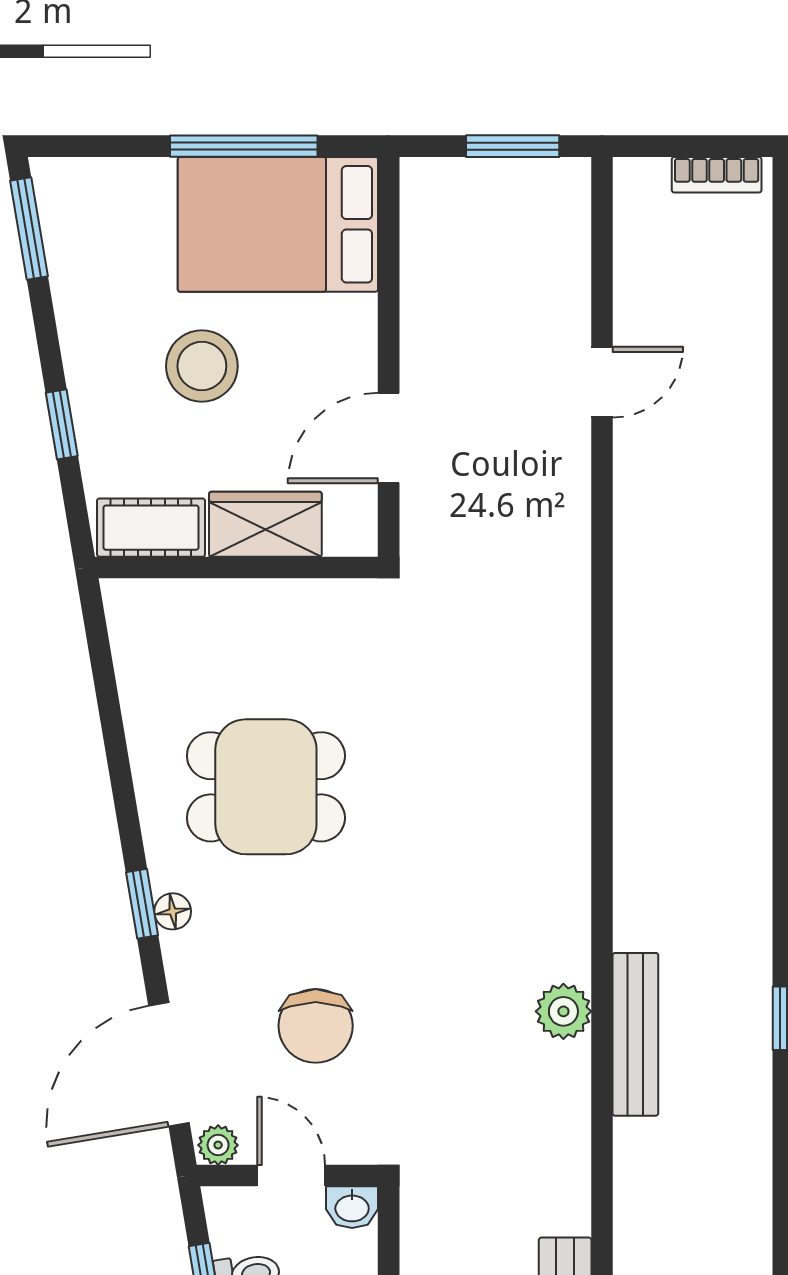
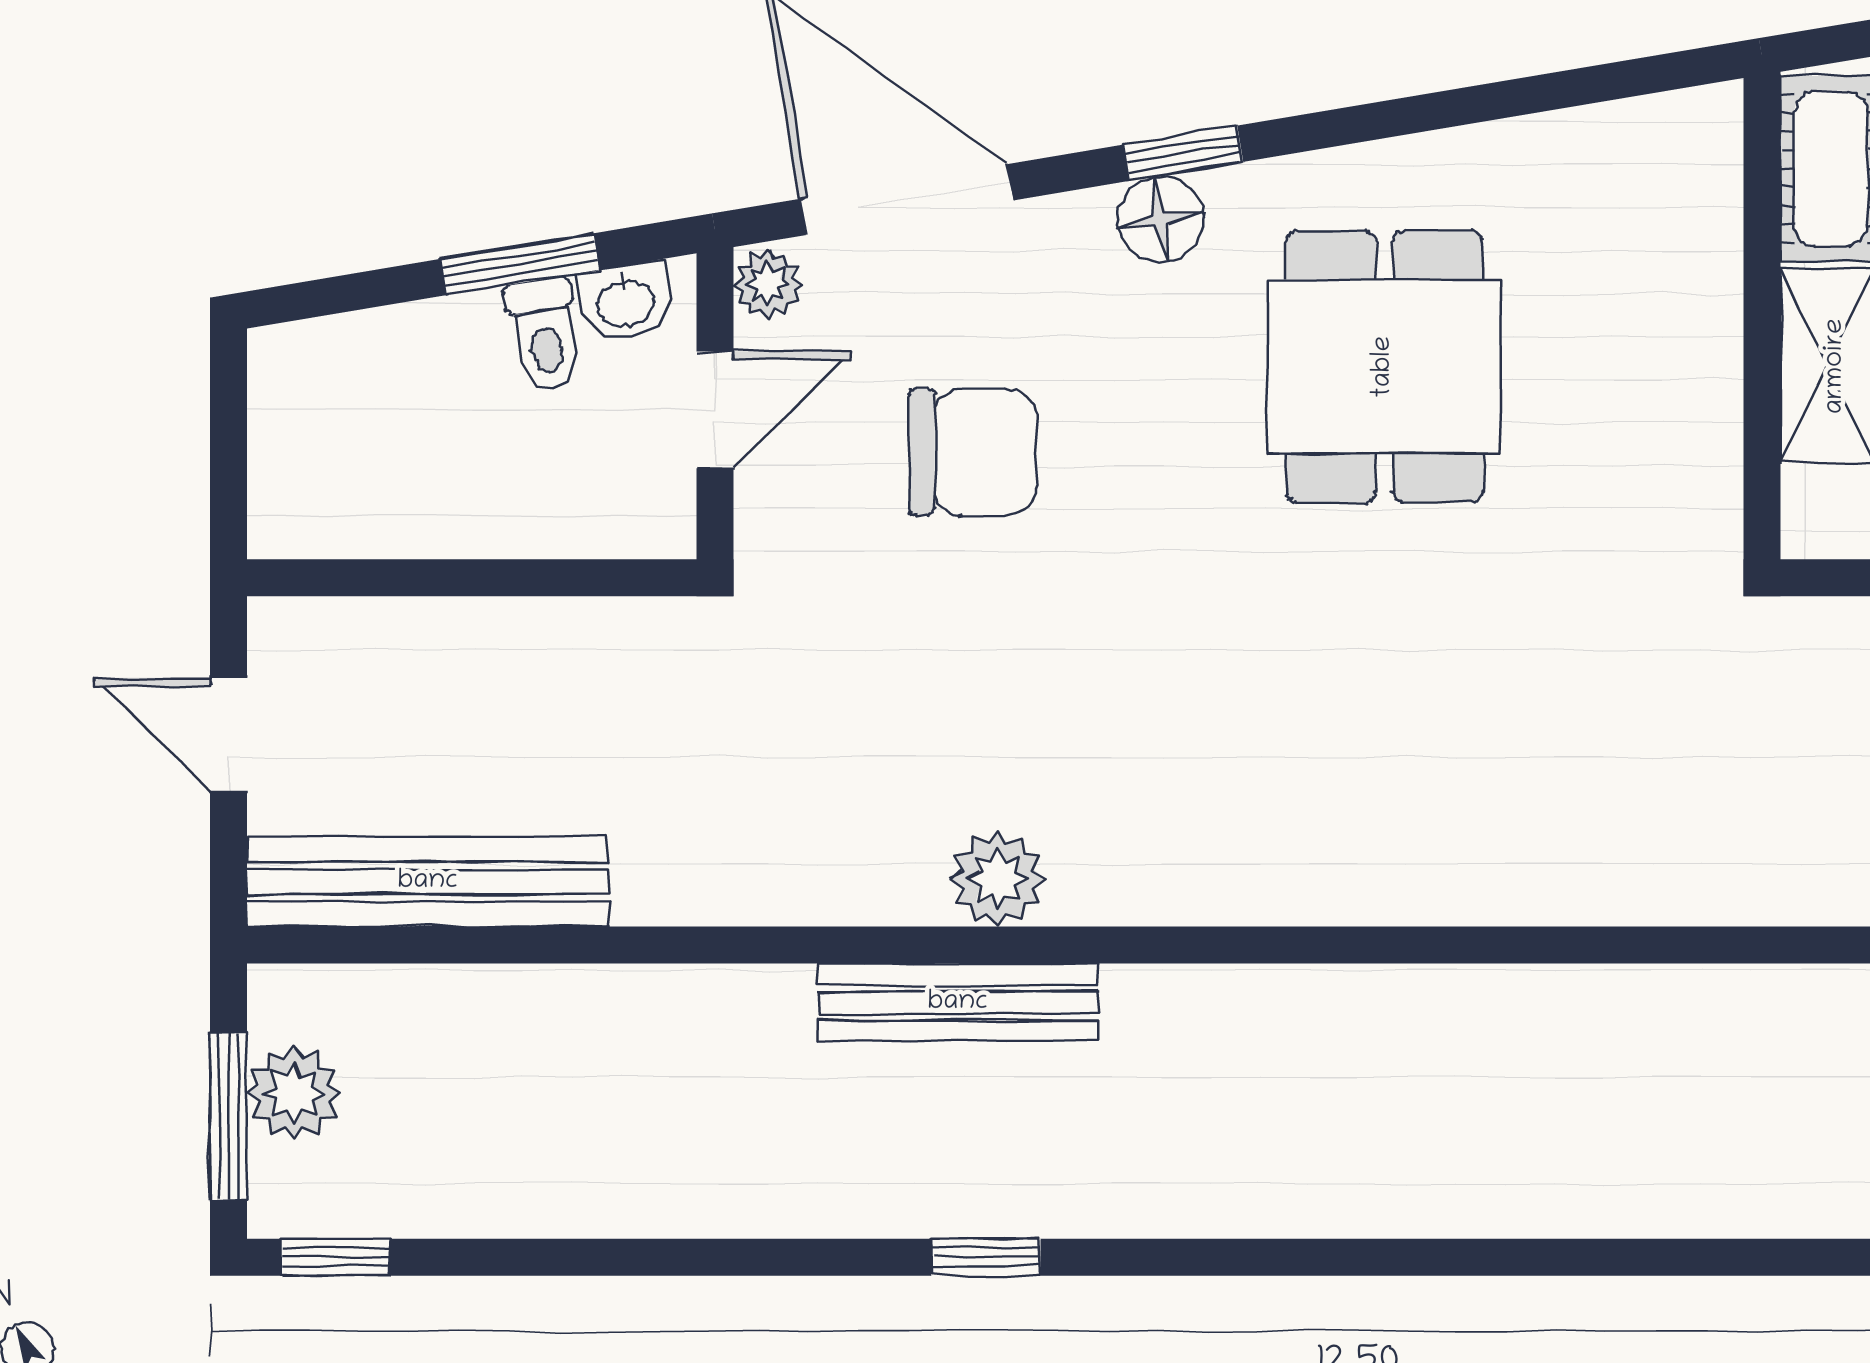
floor lamp: (173, 911) -> (1160, 219), width x1.37, depth x1.37
chair: (316, 1026) -> (973, 452), turned 180
washbasin: (352, 1207) -> (626, 302), moved, turned -100

